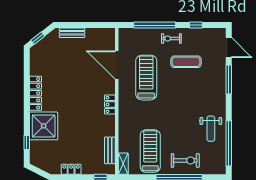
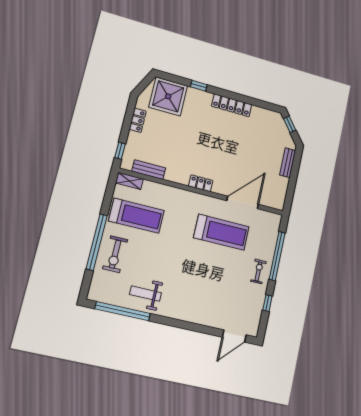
exercise mat: (186, 62) -> (229, 282), removed
window: (229, 80) -> (198, 328), removed
shower: (44, 126) -> (168, 96), moved
window: (27, 142) -> (199, 86), moved

